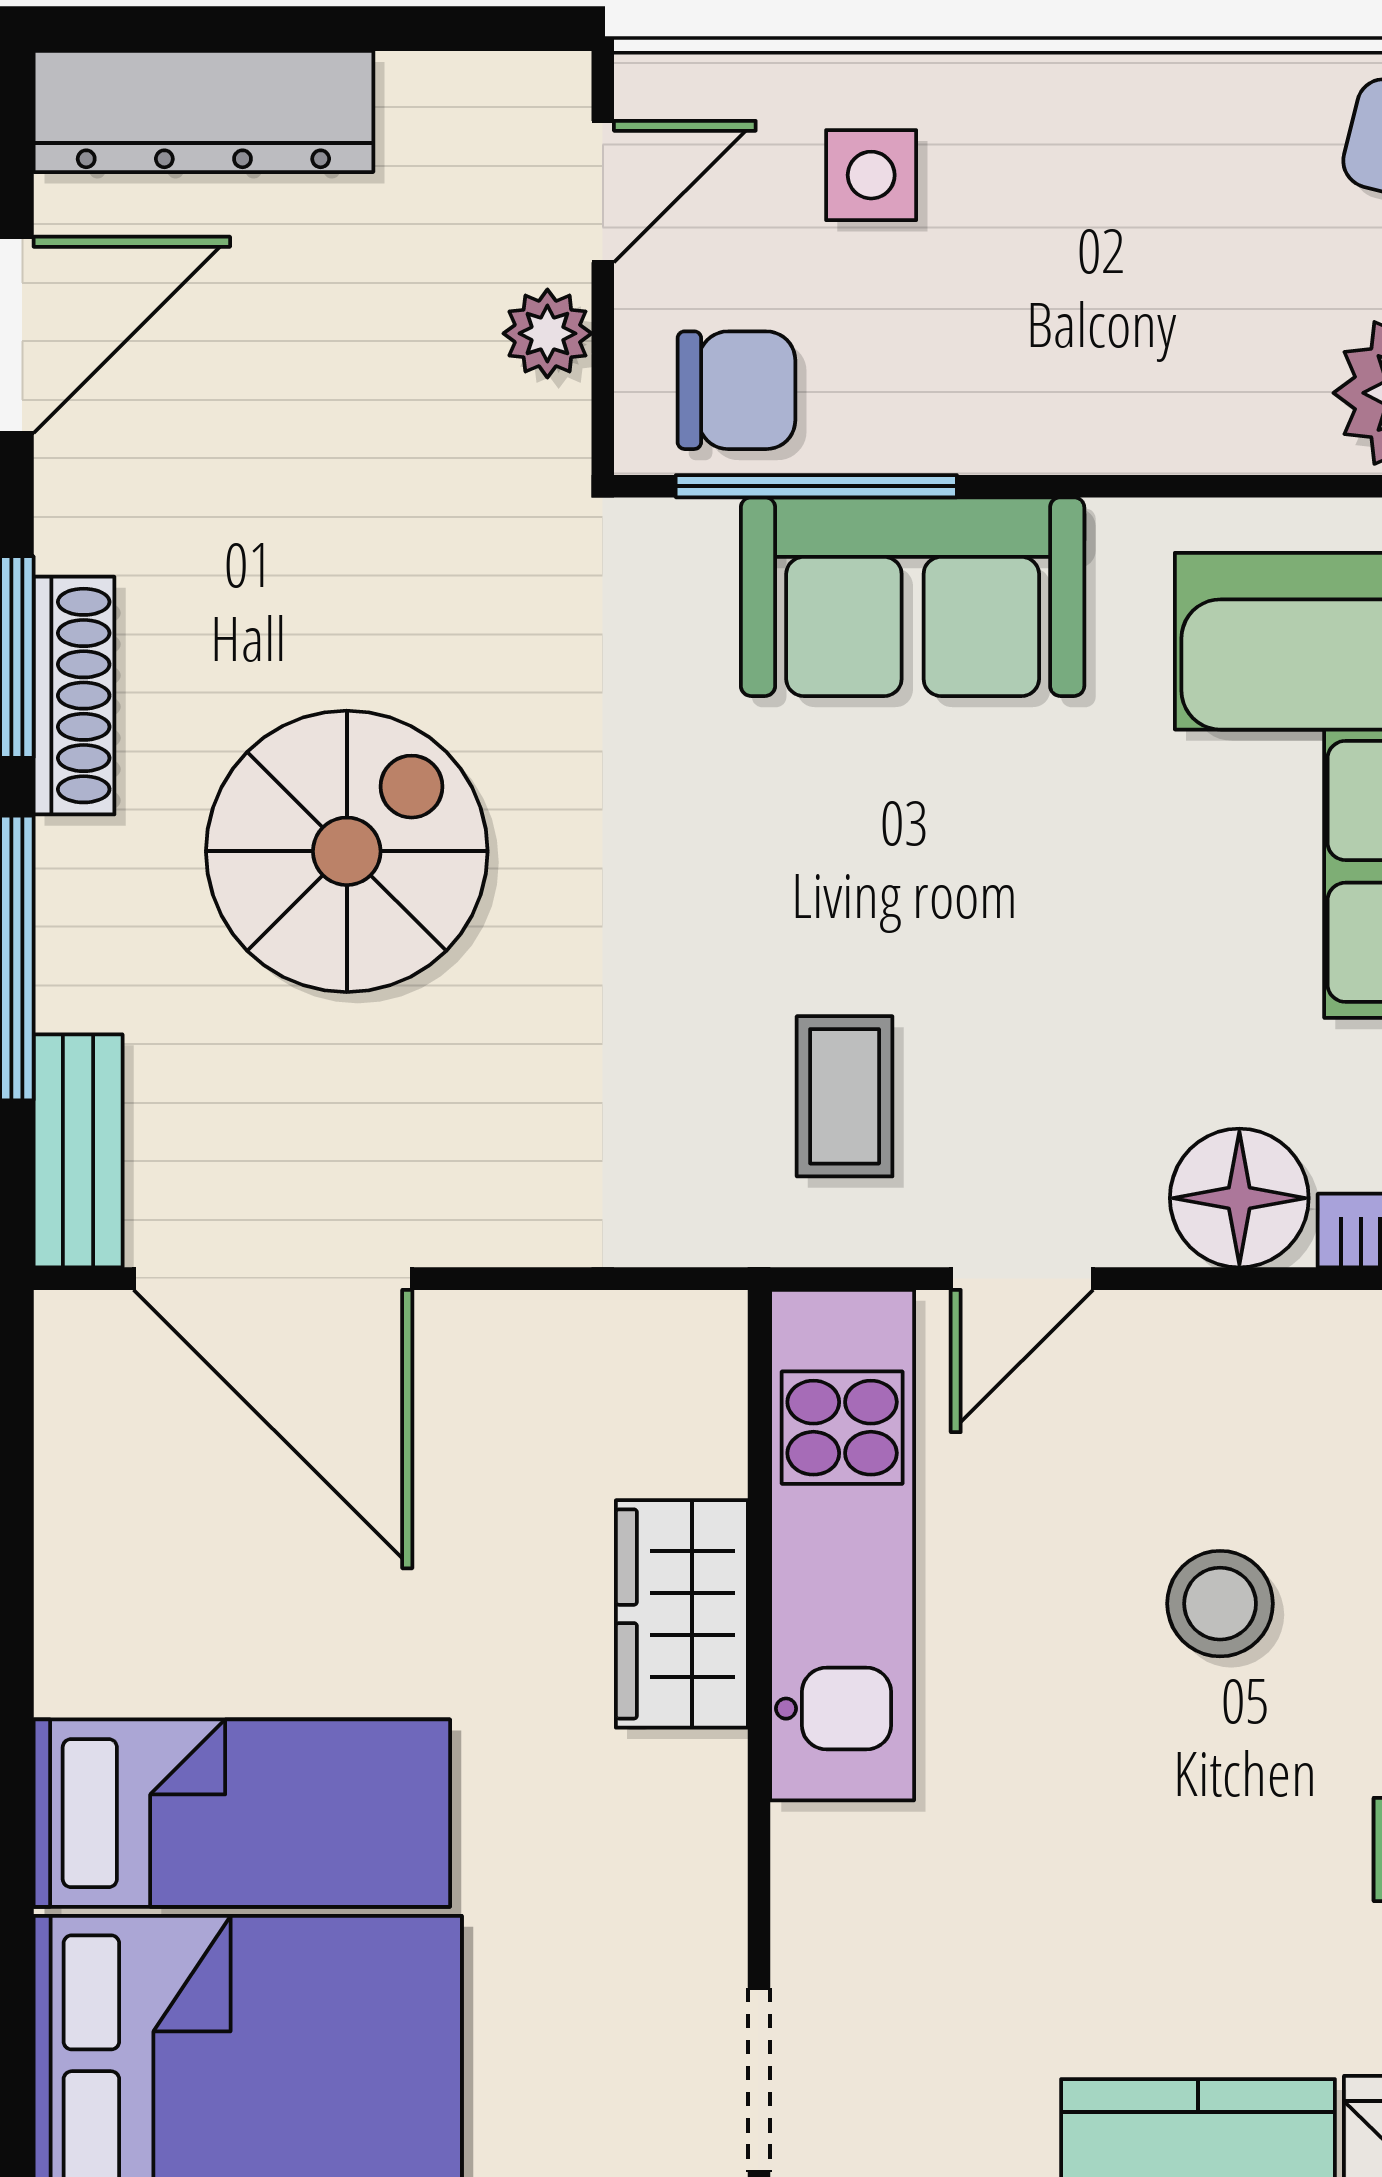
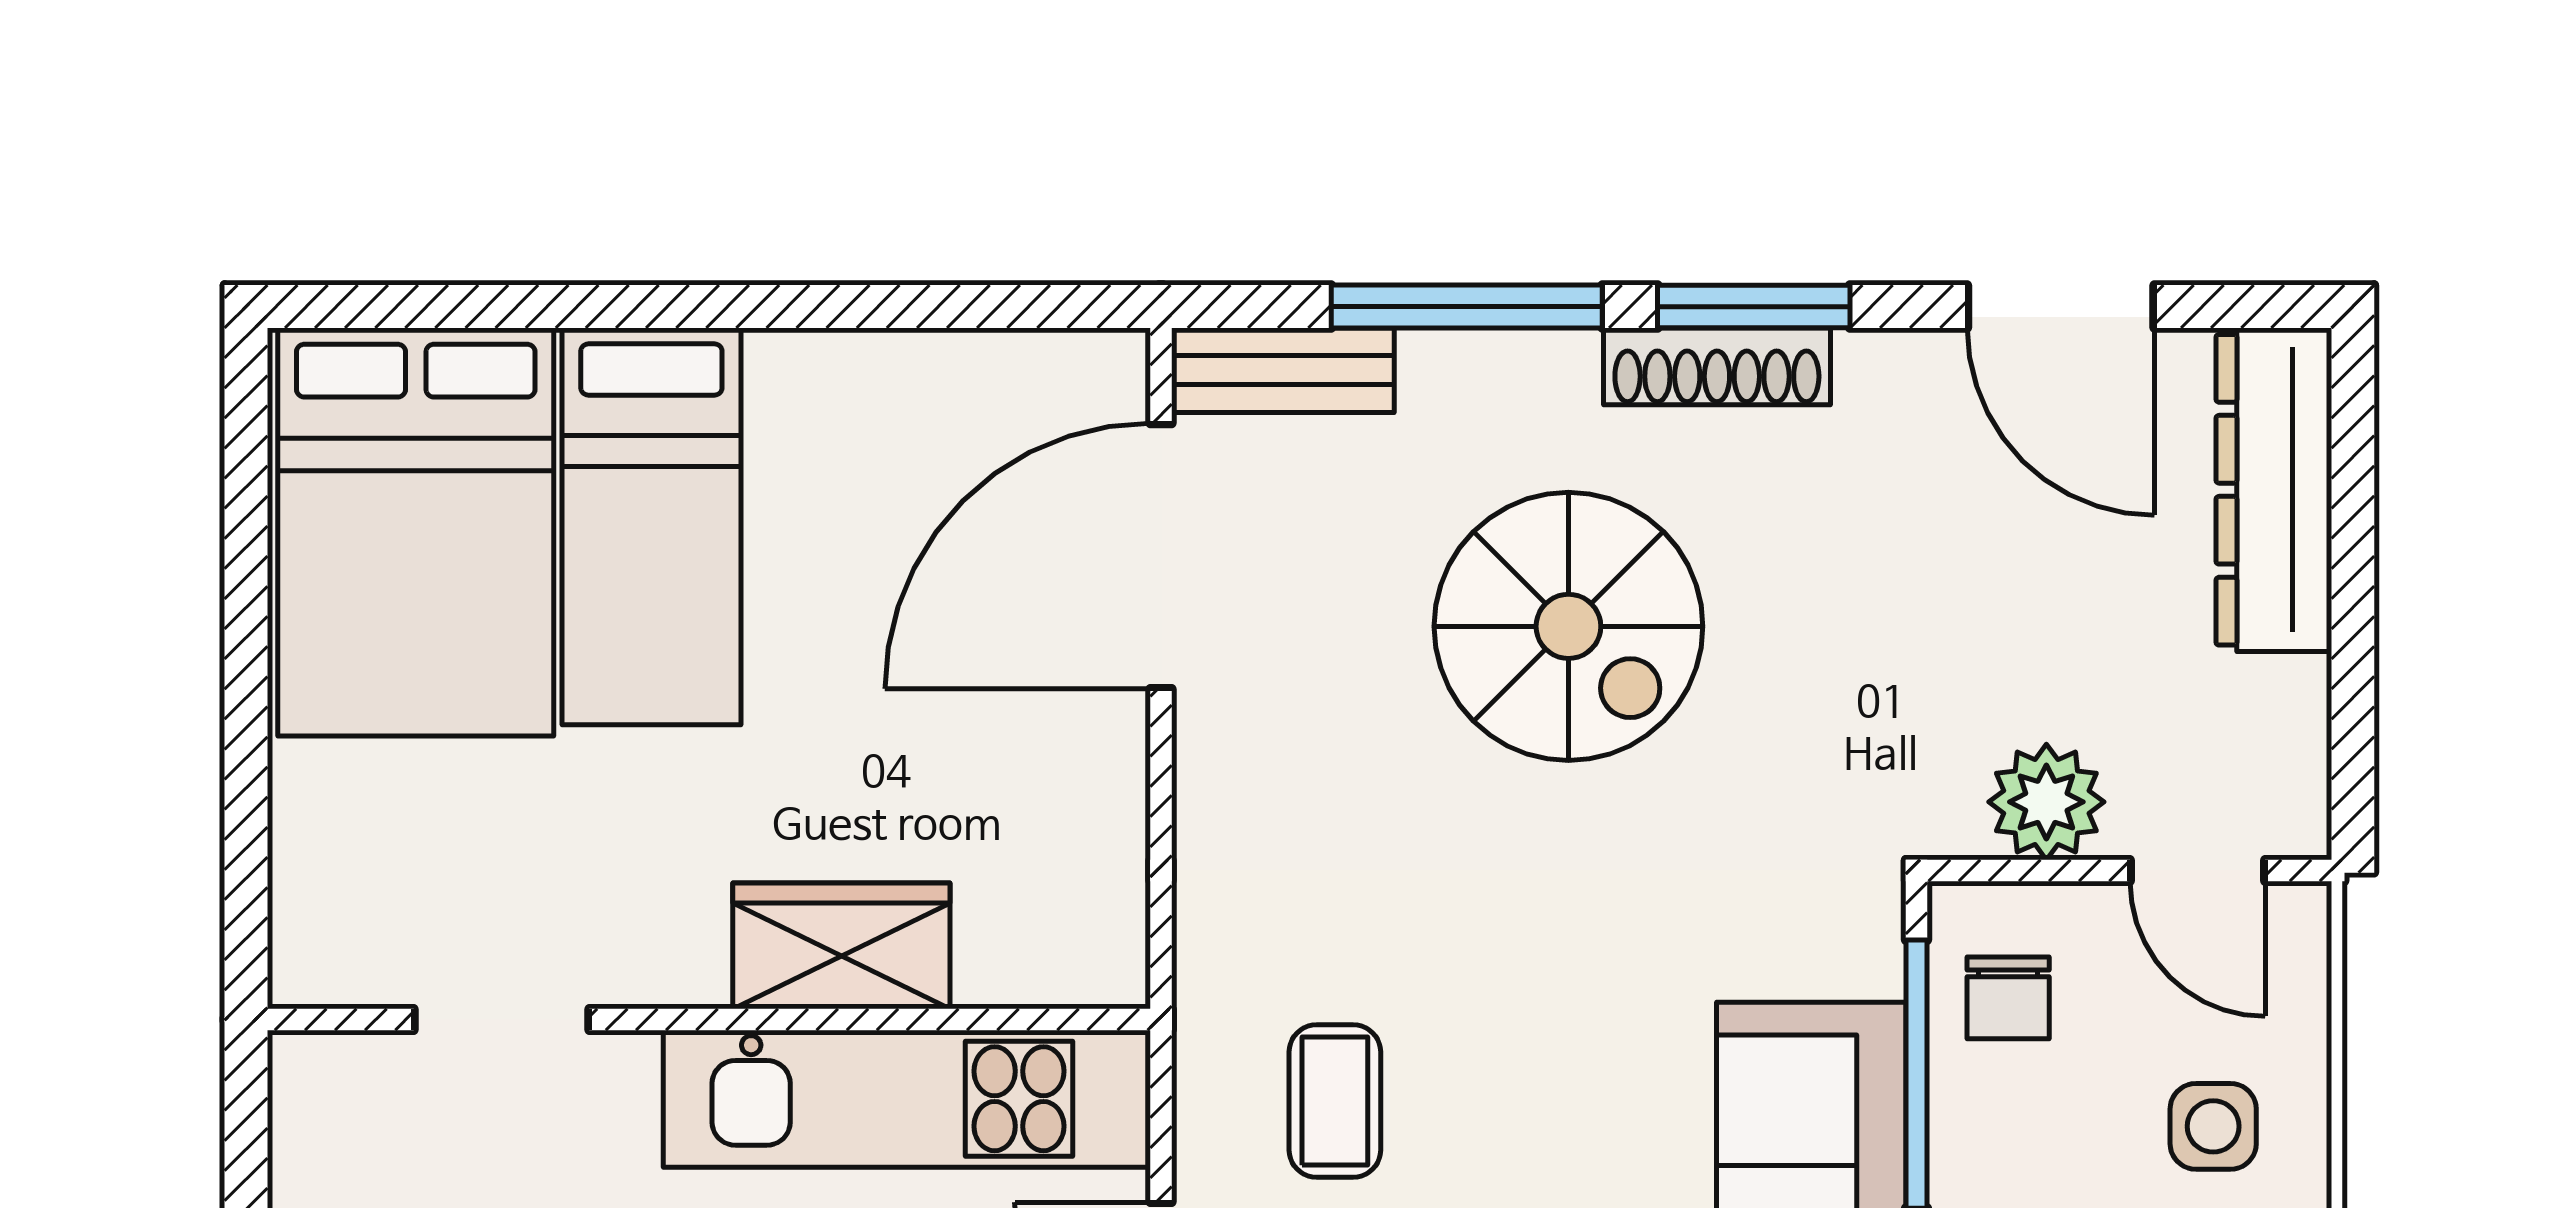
plant: (547, 333) -> (2046, 802), width x1.38, depth x1.38
chair: (736, 390) -> (2008, 998), width x0.73, depth x0.73
coffee table: (845, 1096) -> (1335, 1101), turned 90
doorway: (759, 2080) -> (502, 1019), moved

